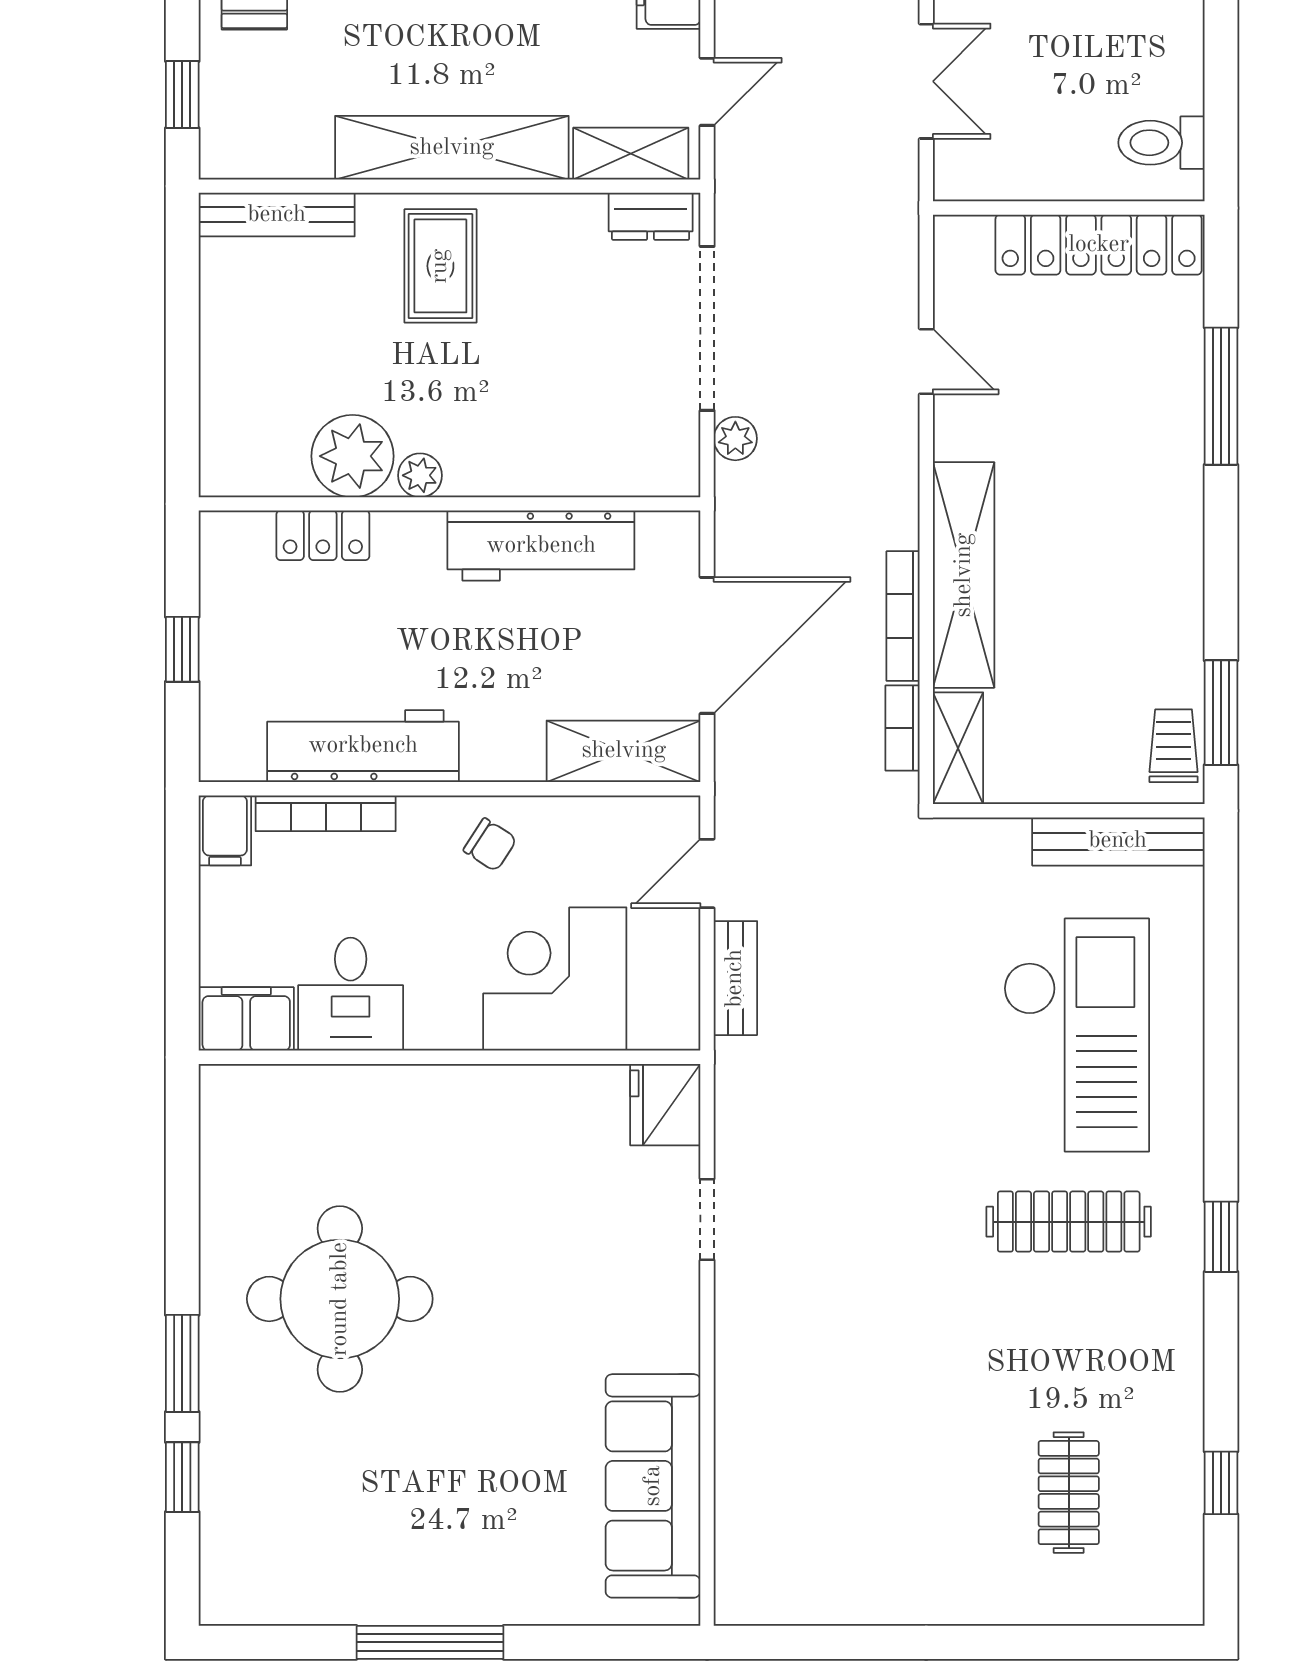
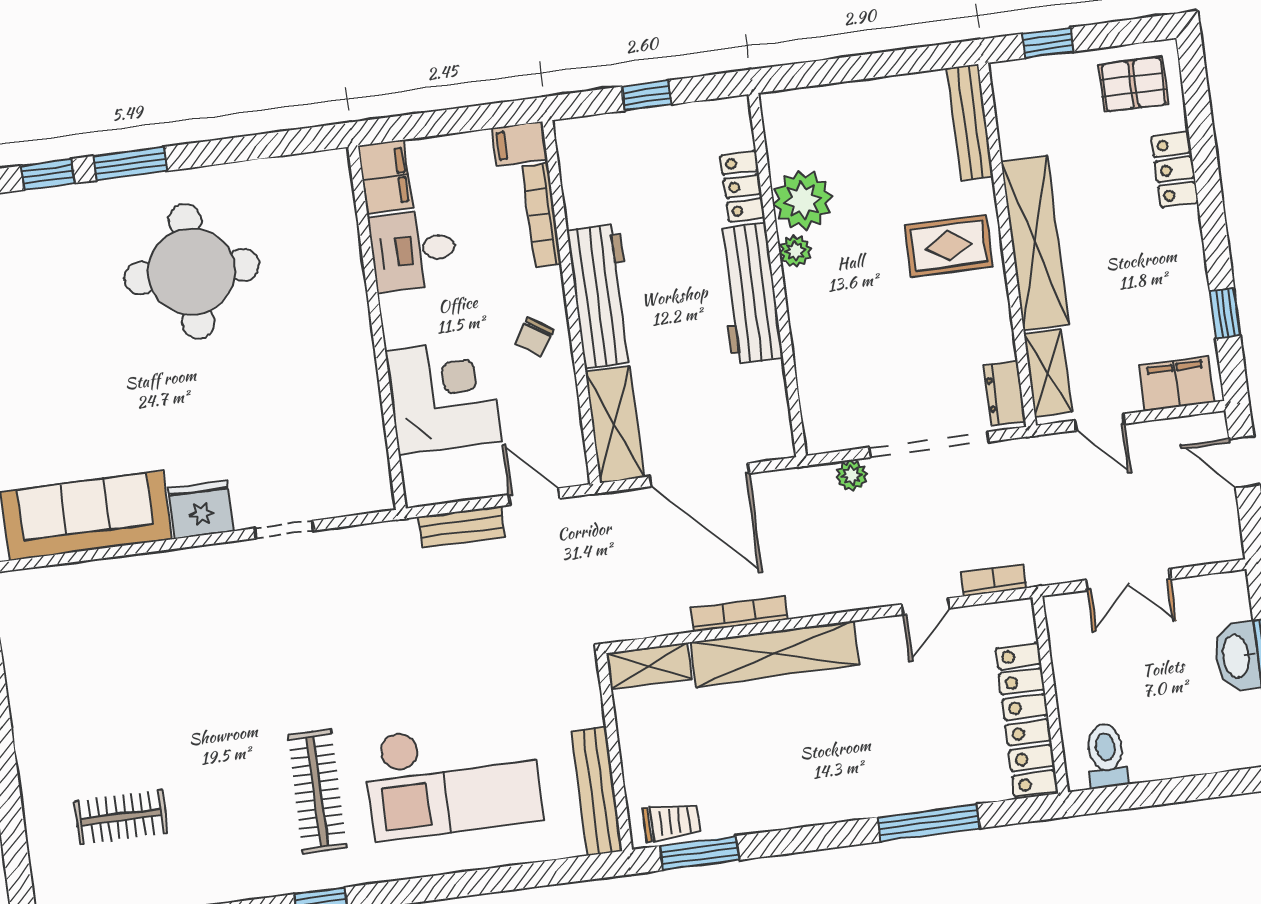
workbench: (541, 546) -> (749, 294), moved
bookcase: (903, 728) -> (994, 580), moved
workbench: (363, 746) -> (602, 296), moved
fridge: (665, 1105) -> (201, 510), moved

